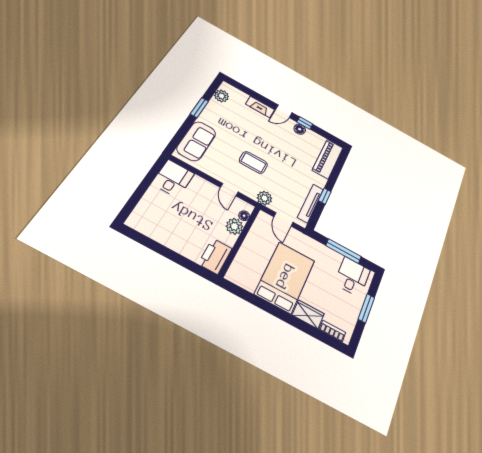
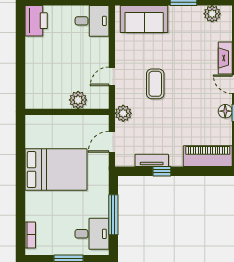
tv unit: (310, 203) -> (152, 160), width x0.71
floor lamp: (244, 216) -> (94, 103), removed
printer: (215, 256) -> (36, 21), moved, turned 90
wardrobe: (308, 314) -> (33, 206), removed

